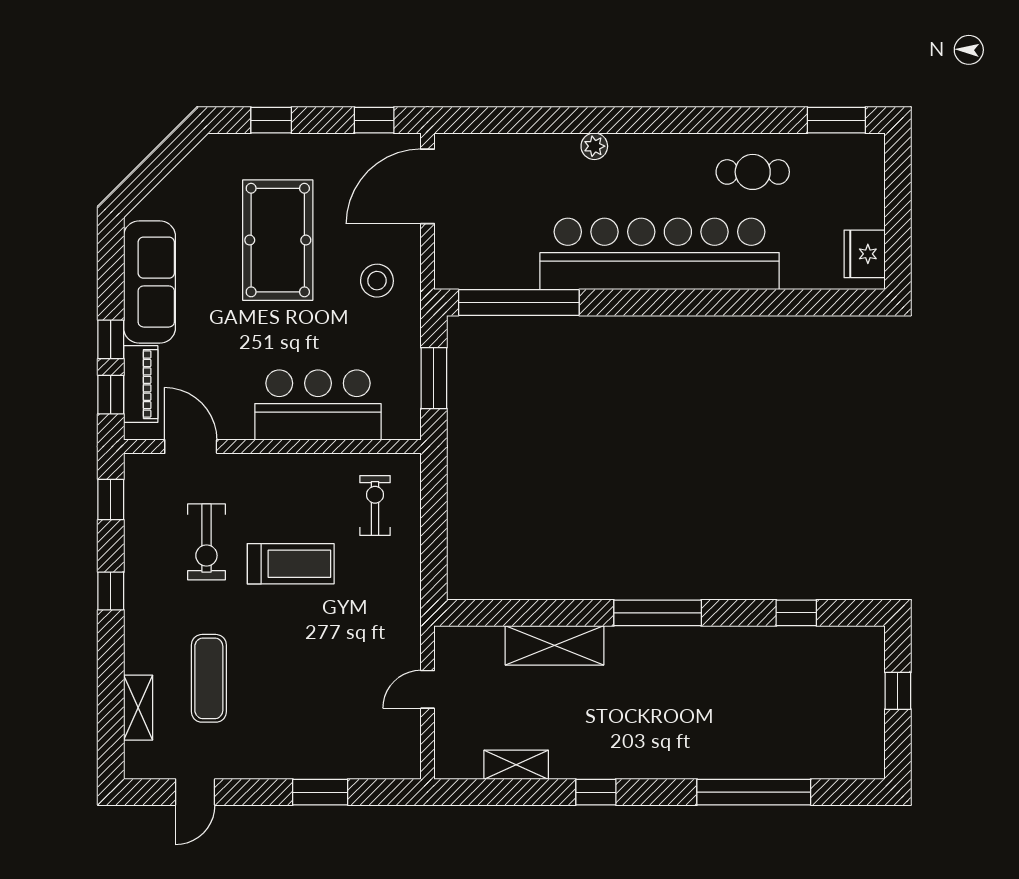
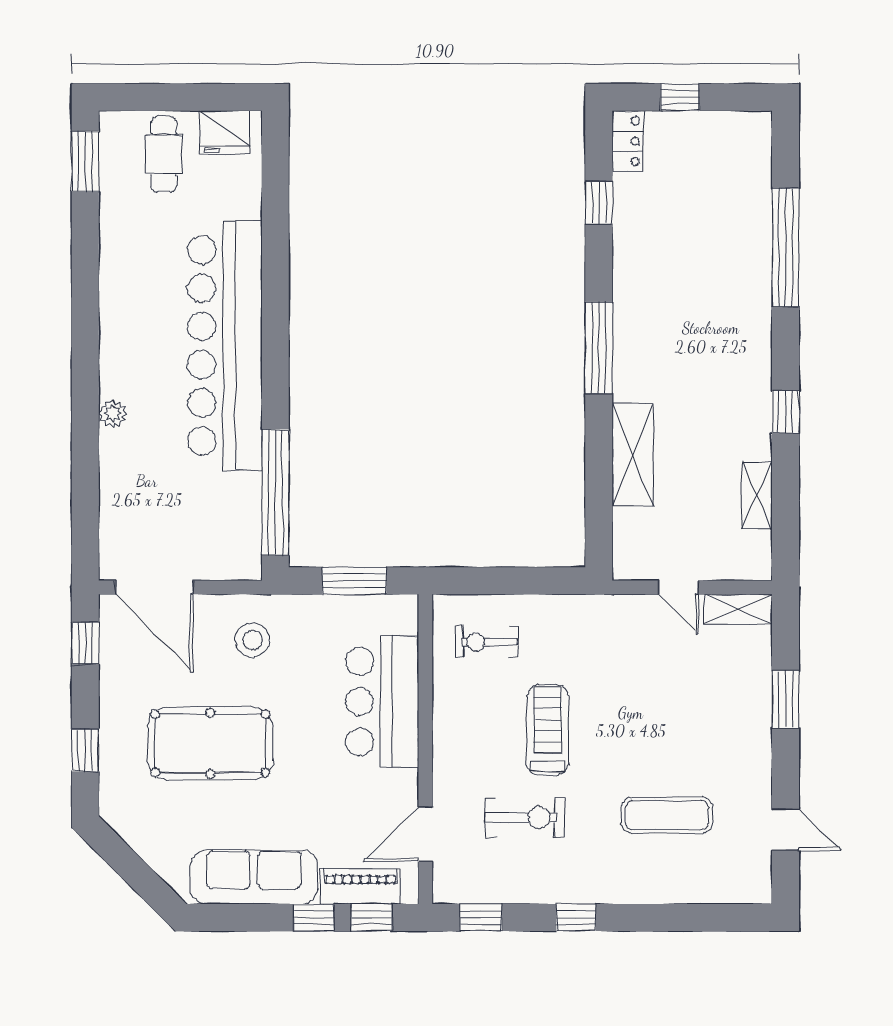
cafe table: (753, 172) -> (164, 154), moved
locker: (856, 641) -> (628, 141), added
shelving: (138, 708) -> (738, 609), moved

